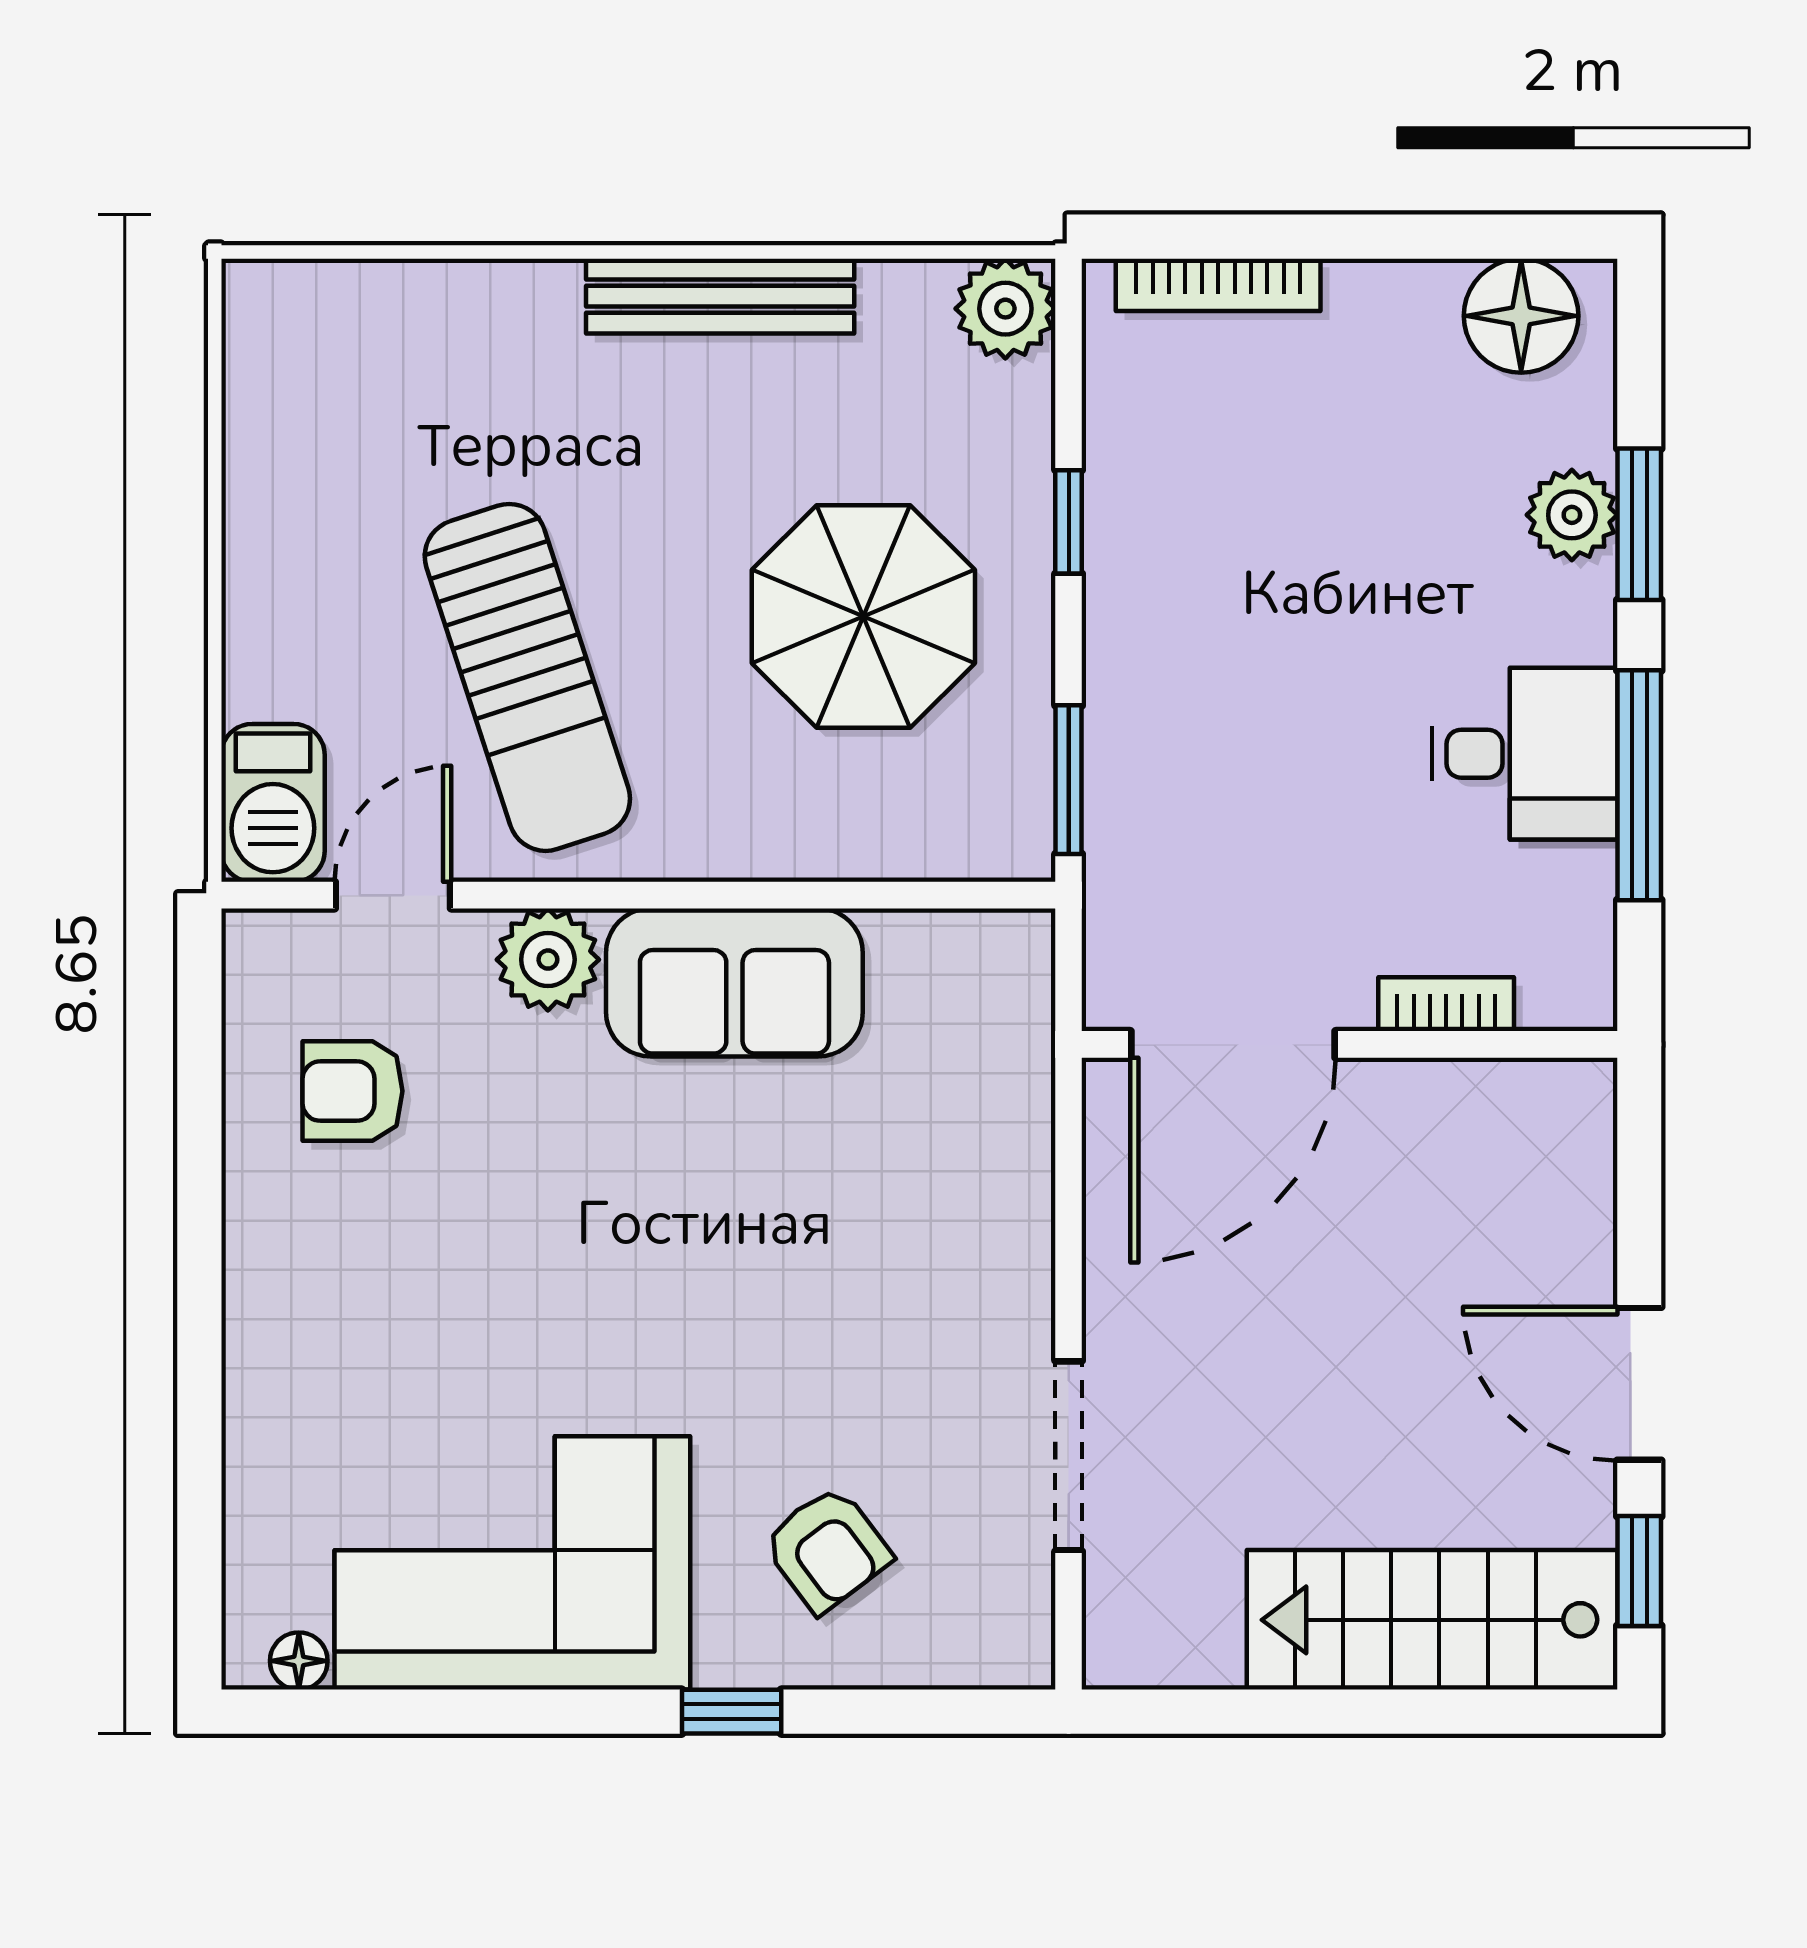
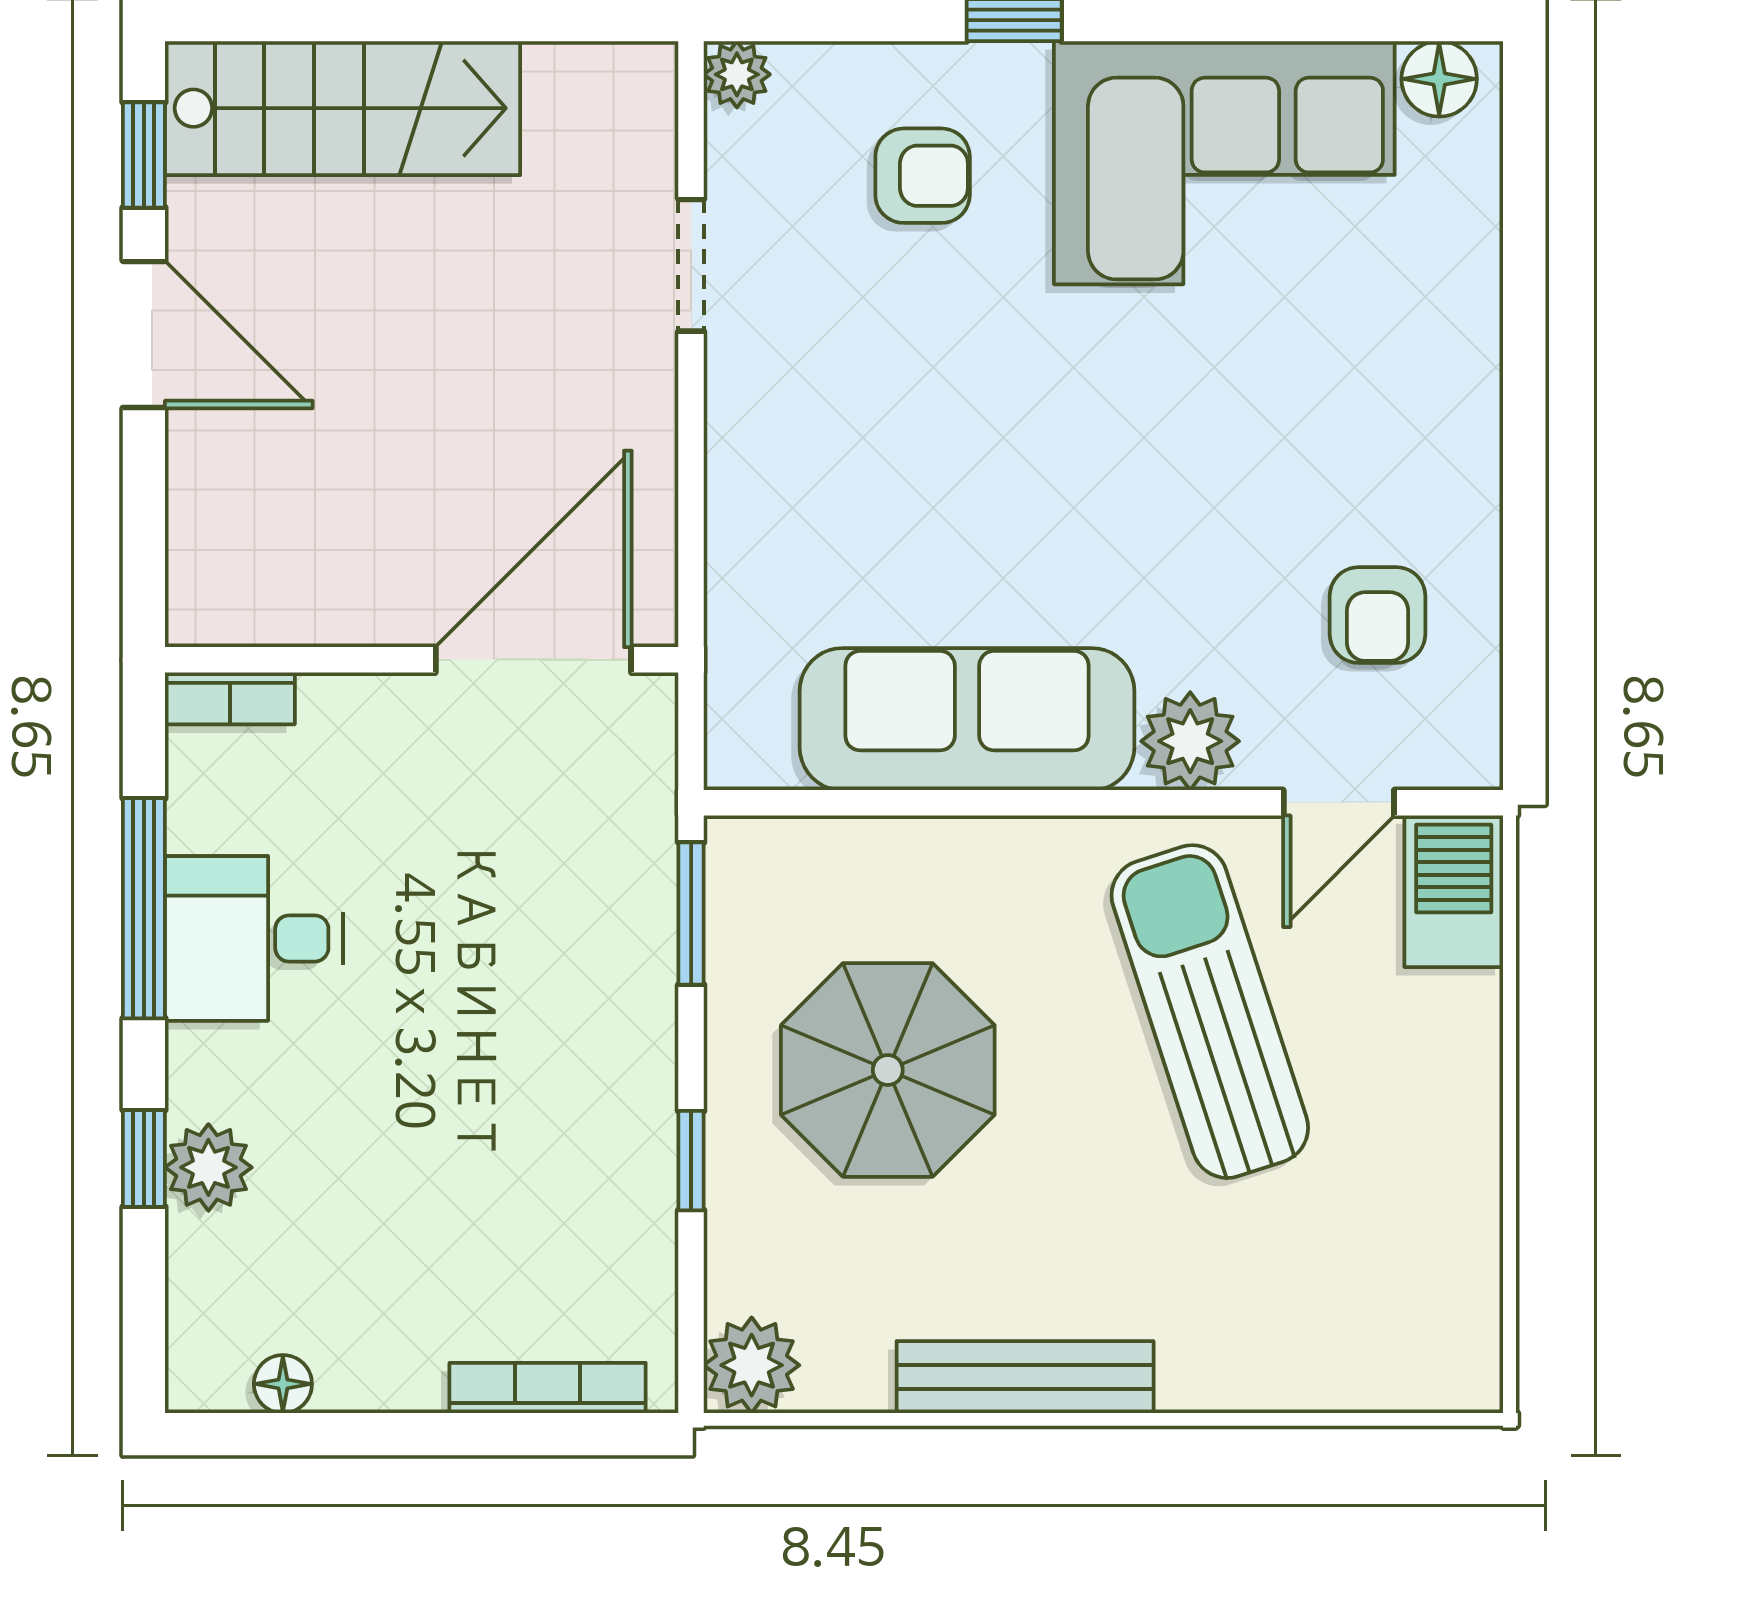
floor lamp: (1521, 316) -> (283, 1384), width x0.53, depth x0.53
window: (1639, 524) -> (144, 1158), width x0.67
sofa: (734, 982) -> (967, 719), width x1.36
bookcase: (1446, 1004) -> (230, 698), moved
armchair: (352, 1091) -> (1377, 615), turned 90
doorway: (1069, 1456) -> (691, 265), width x0.73
armchair: (827, 1549) -> (923, 176), turned 127
plant: (1021, 1655) -> (737, 74), added
floor lamp: (299, 1661) -> (1439, 79), width x1.37, depth x1.37

